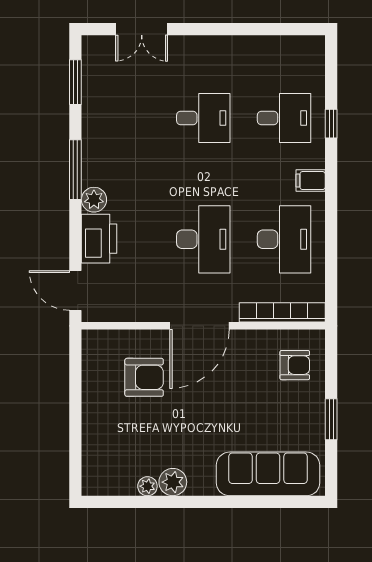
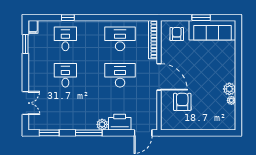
window: (272, 29) -> (25, 44), added
filing cabinet: (311, 181) -> (33, 27), moved
sofa: (268, 474) -> (212, 30), moved, turned -90

